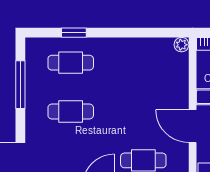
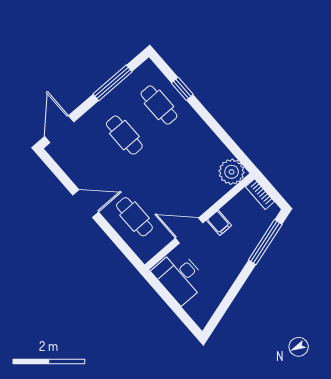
plant: (181, 45) -> (232, 172), width x1.88, depth x1.88
door: (193, 126) -> (189, 230), hinge flipped

